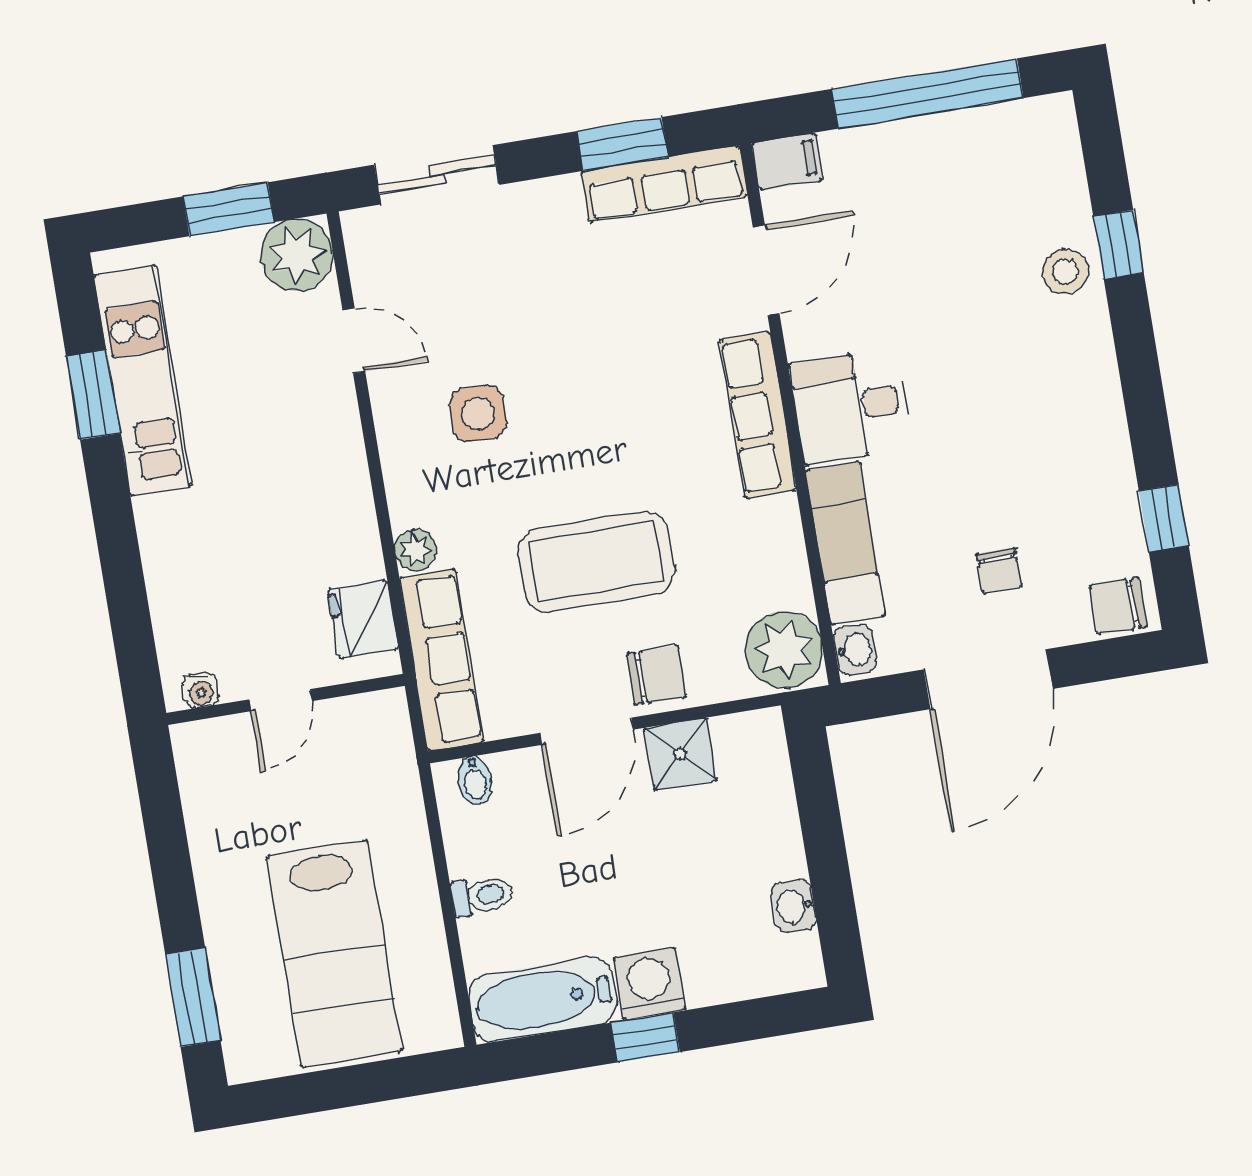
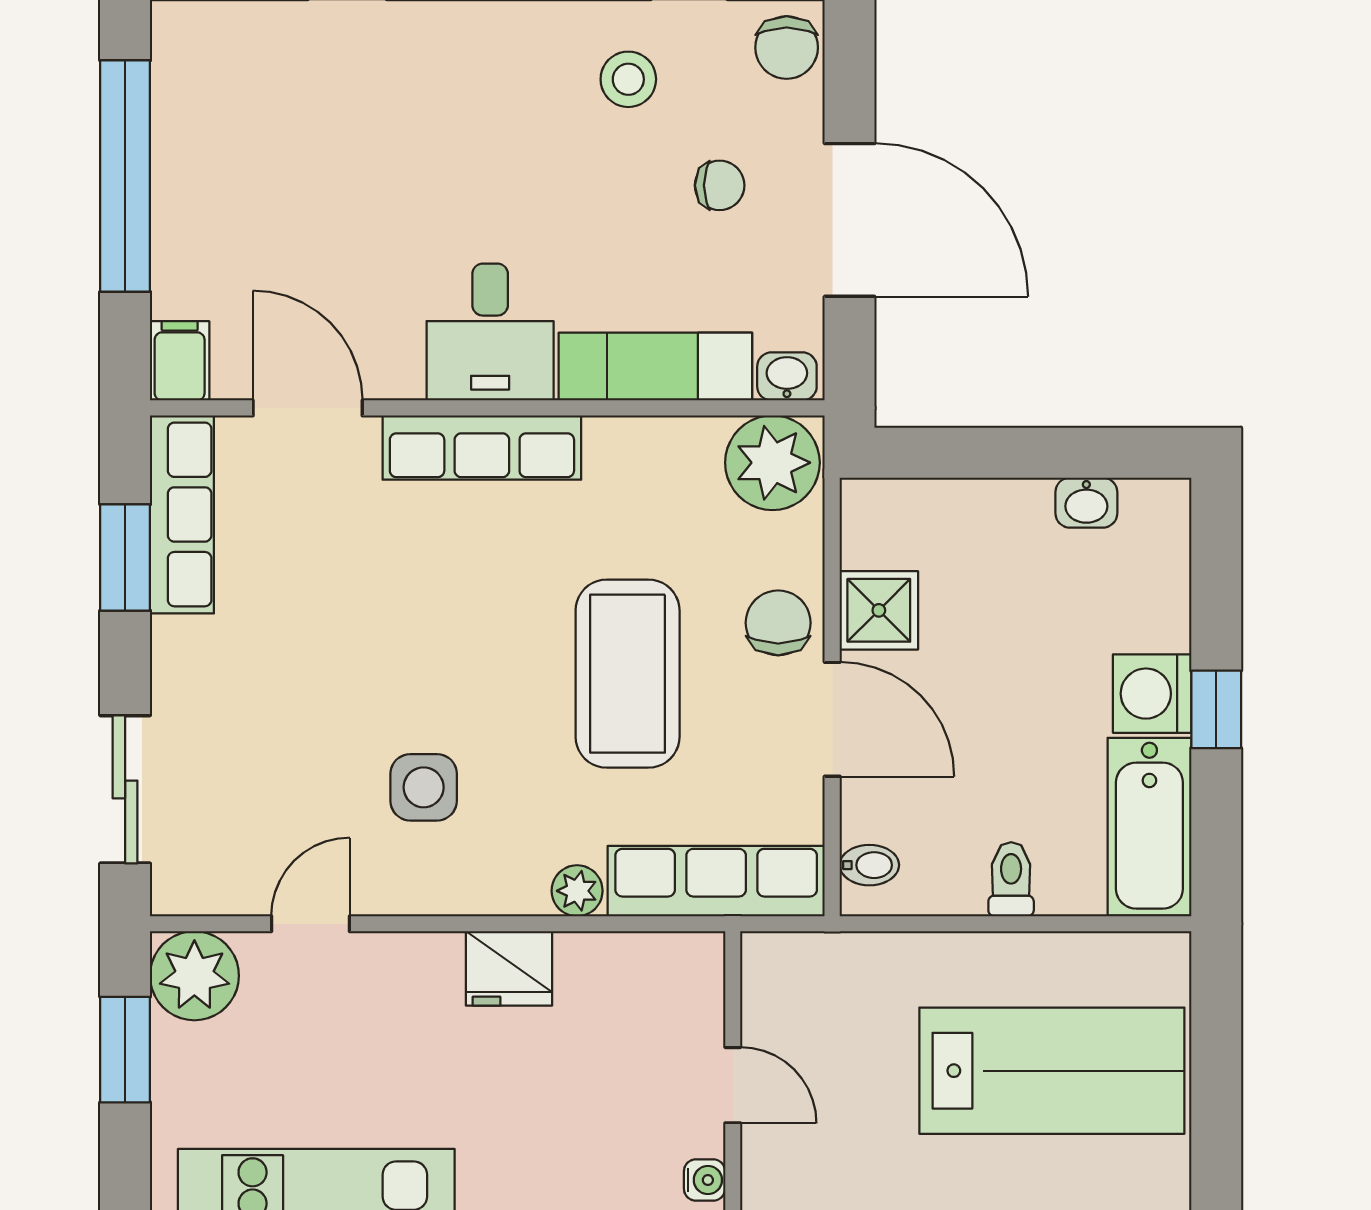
stool: (1065, 272) -> (628, 79), moved
fridge: (363, 619) -> (509, 968), moved

